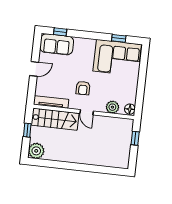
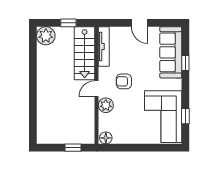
window: (60, 32) -> (185, 63), moved
sofa: (57, 44) -> (171, 52), width x1.36
plant: (112, 107) -> (106, 105), moved

